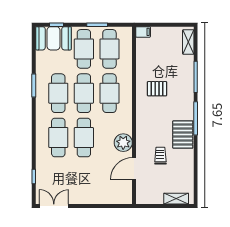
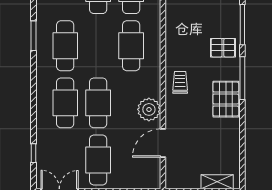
pallet: (157, 89) -> (223, 48), moved
cafe table: (84, 93) -> (98, 160), moved
trolley: (160, 156) -> (180, 82), moved

